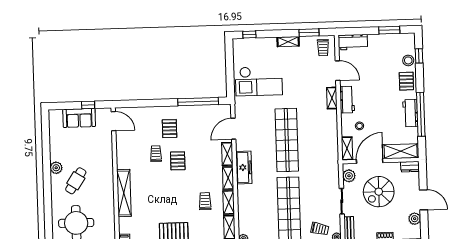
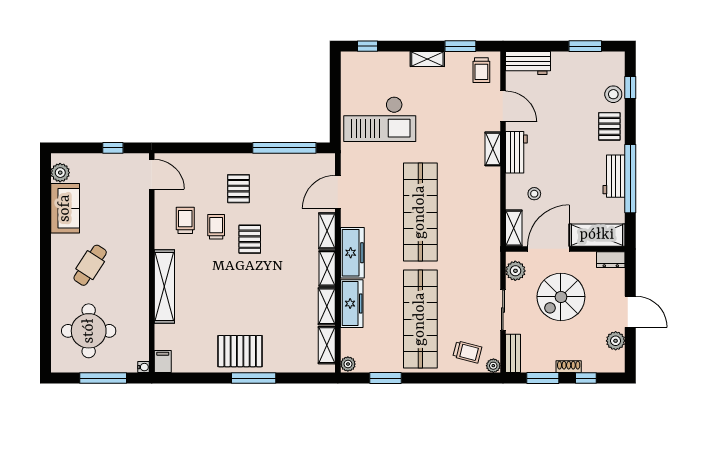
sofa: (79, 118) -> (65, 208), moved, turned -90
plant: (56, 168) -> (60, 173), moved
freezer: (244, 200) -> (352, 304), added
trolley: (205, 201) -> (185, 220), moved

